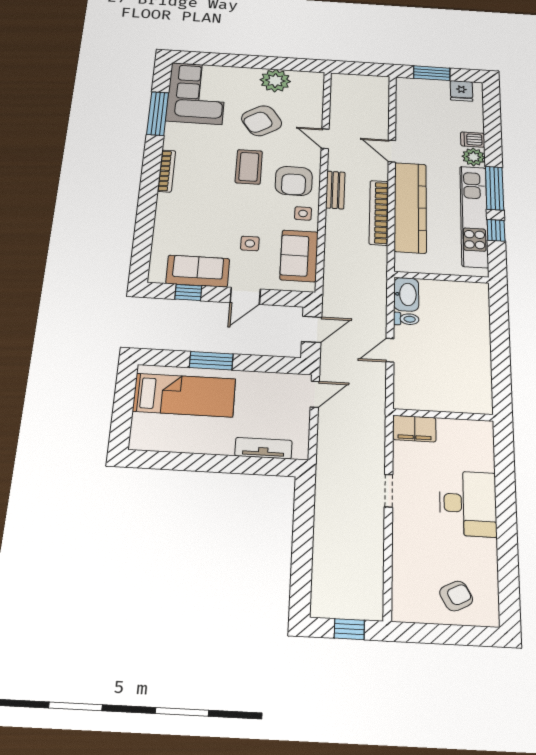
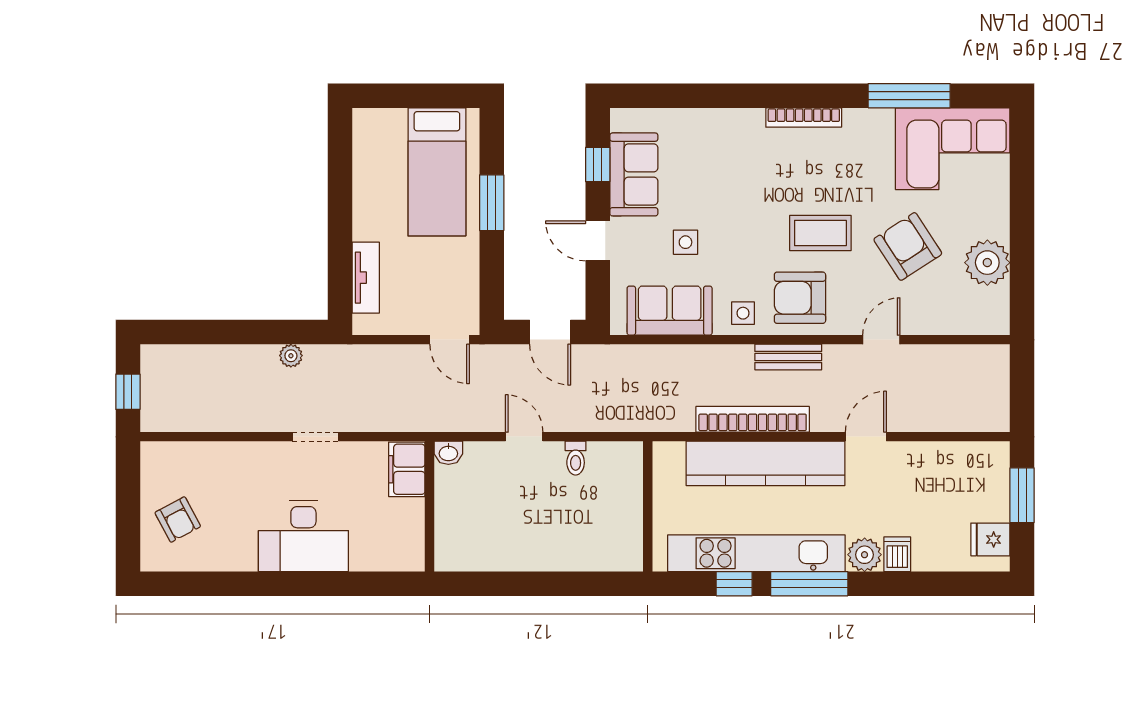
washbasin: (406, 294) -> (448, 453), moved, width x0.52, depth x0.69
plant: (323, 504) -> (291, 356), added

